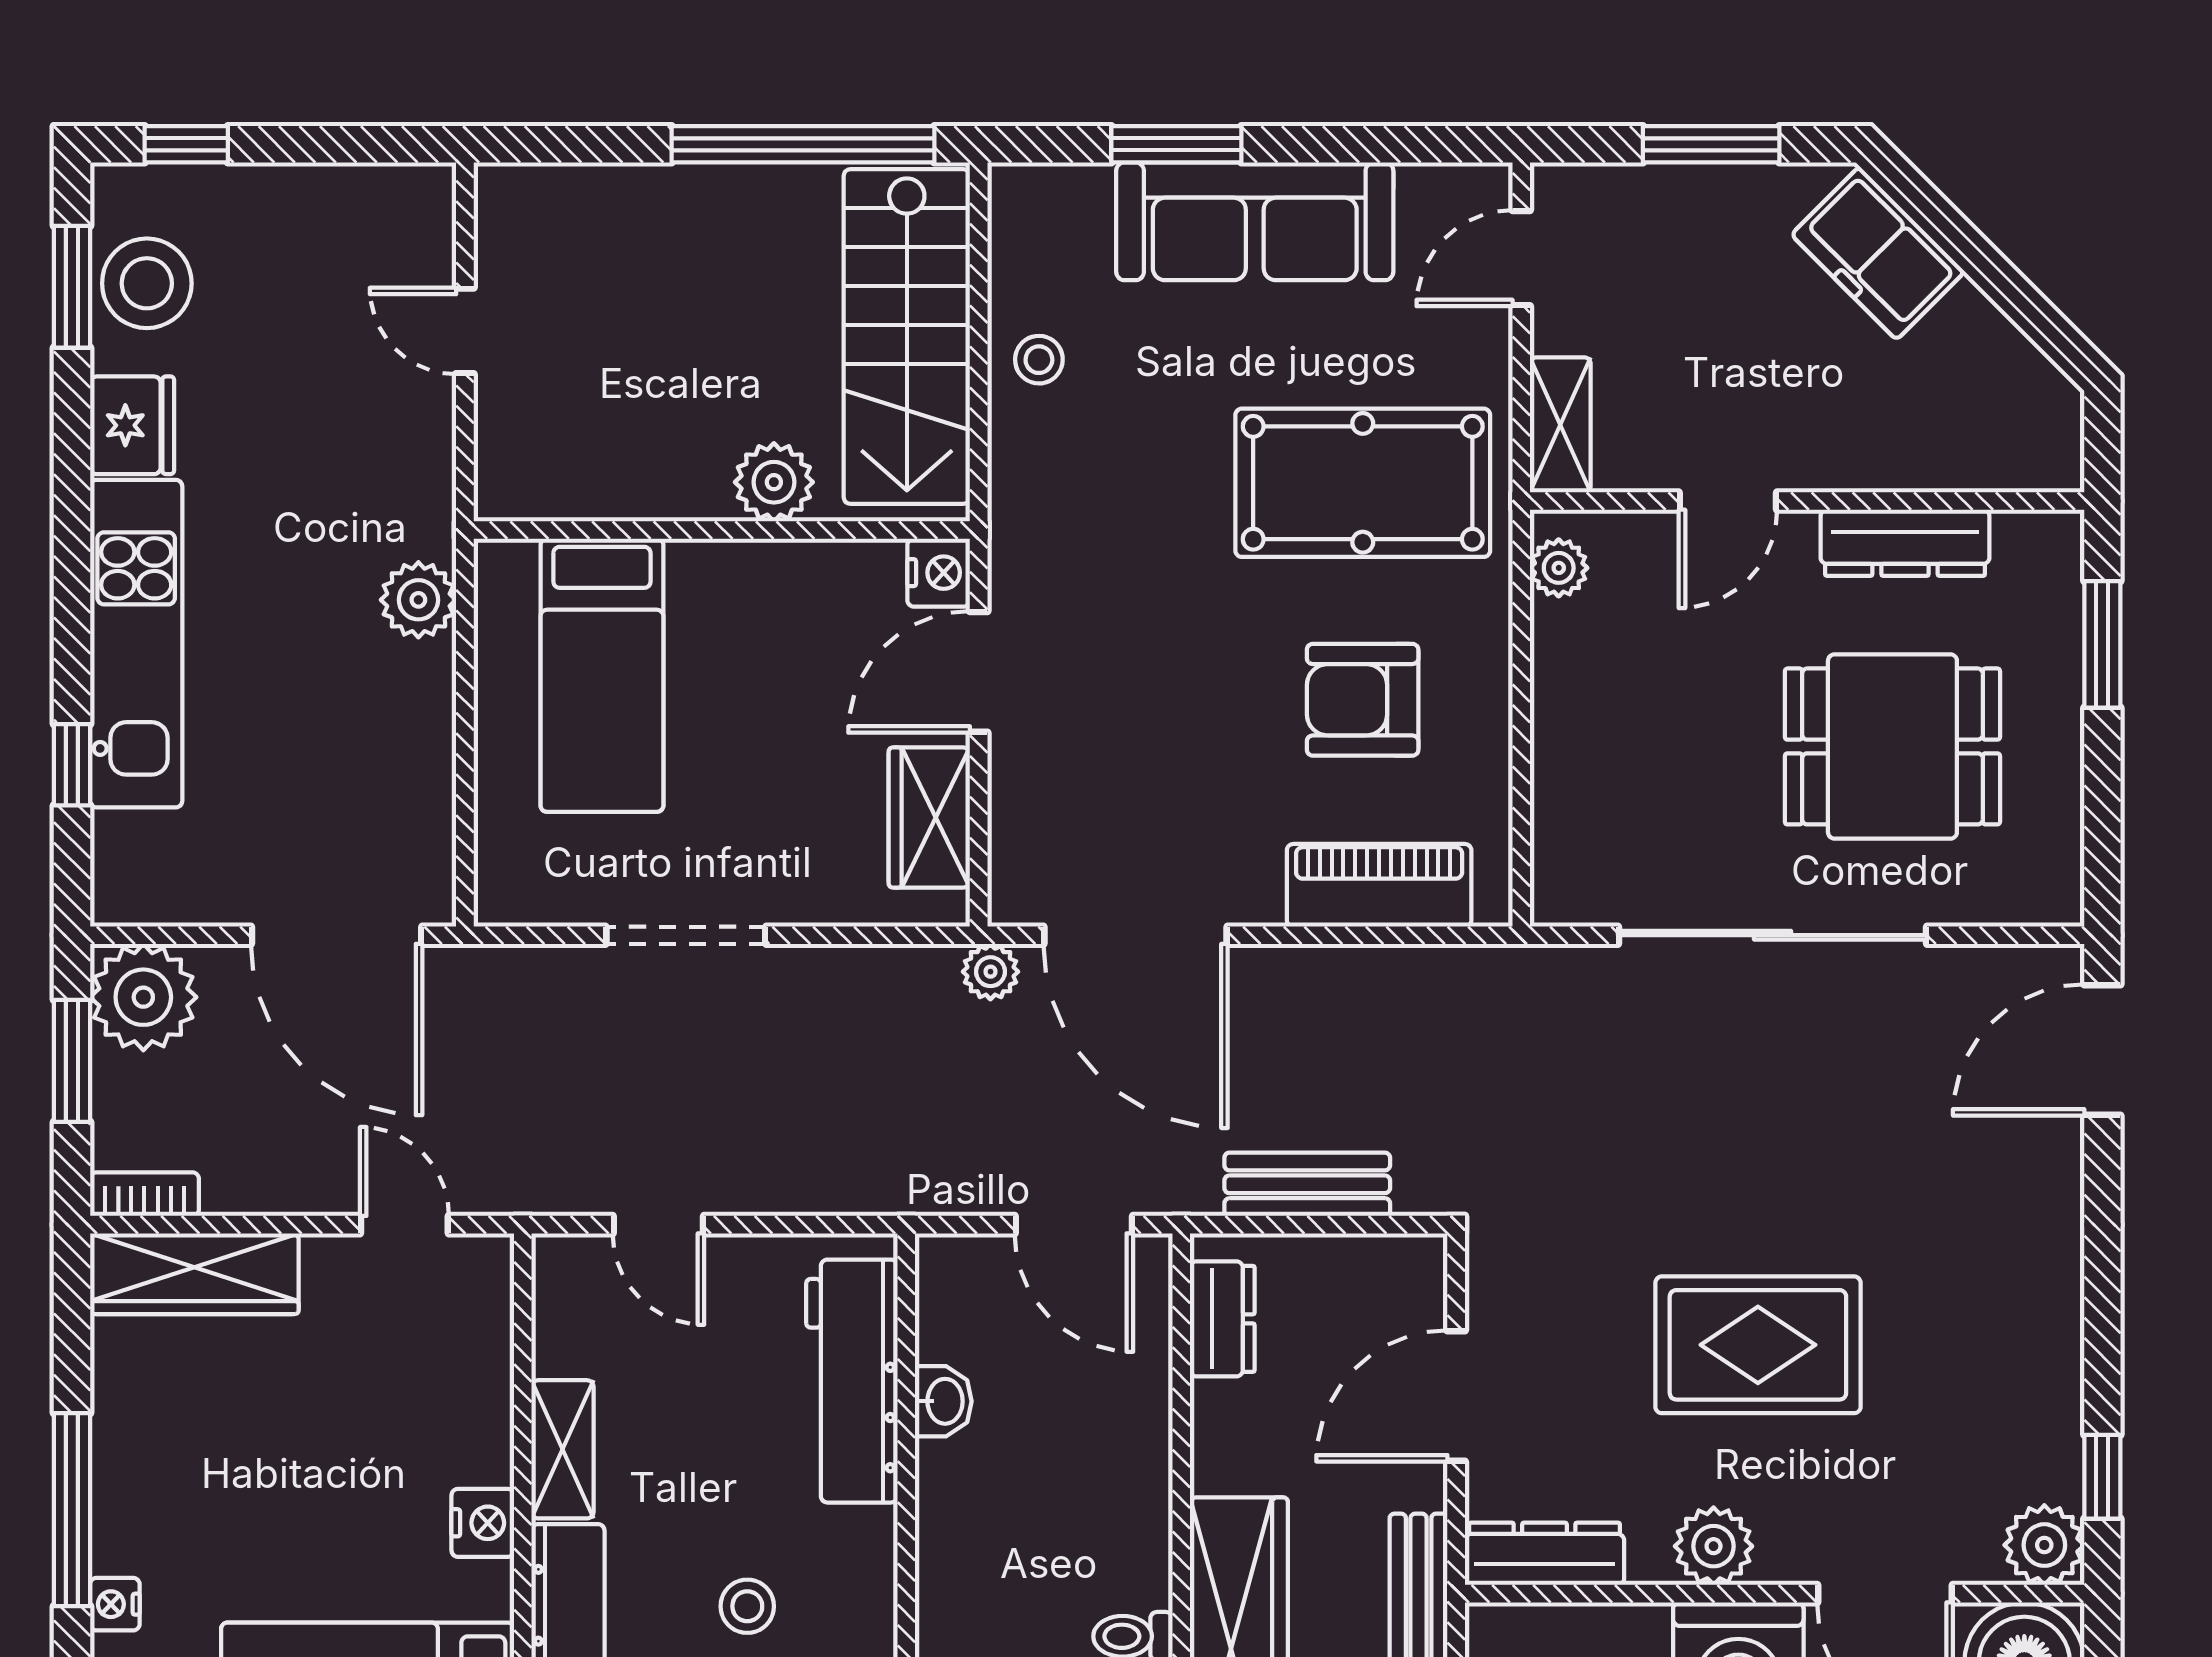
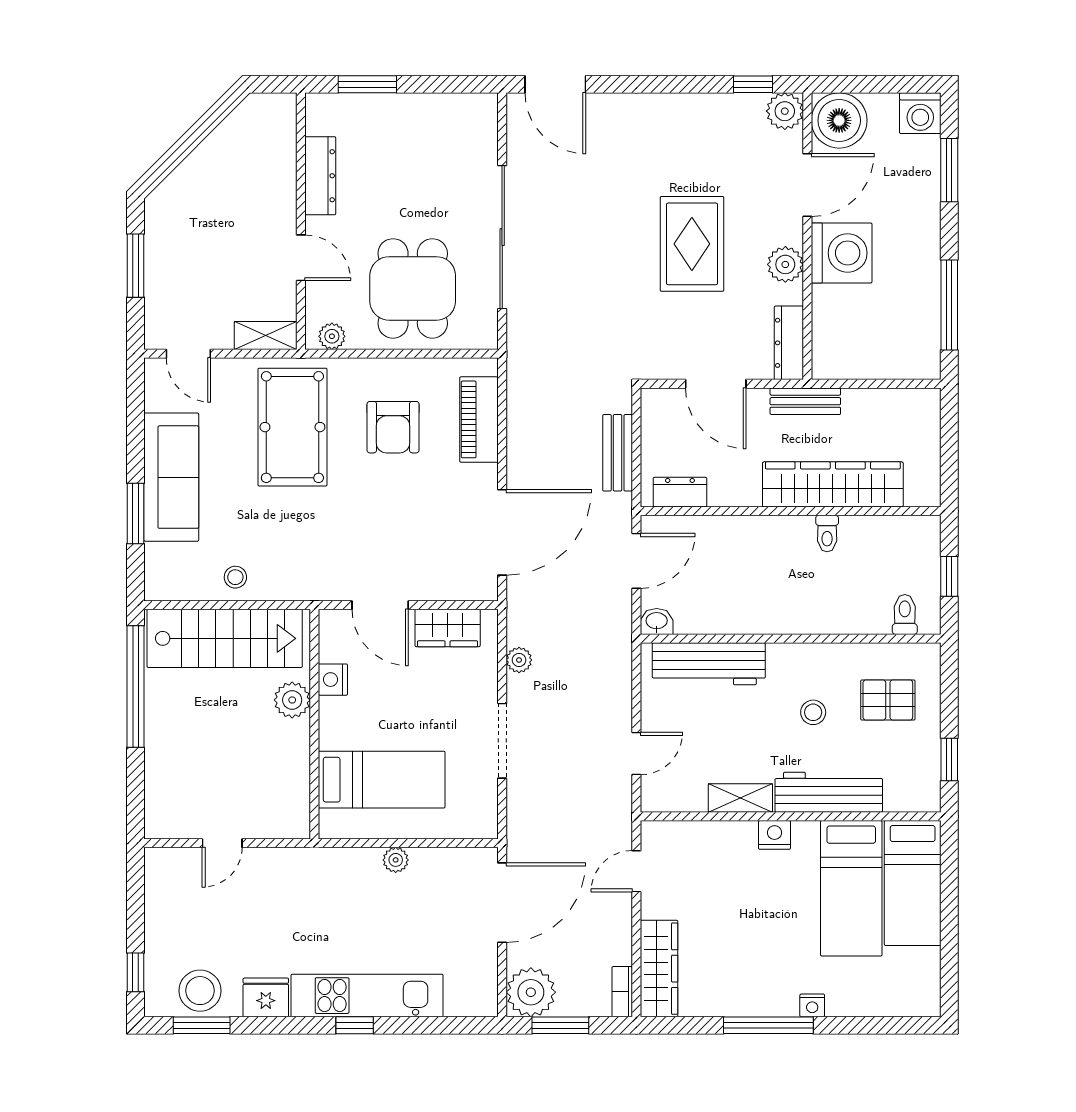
freezer: (1878, 253) -> (186, 188), removed
nightstand: (939, 573) -> (333, 680), moved, turned -90
plant: (418, 600) -> (396, 860), moved, width x0.73, depth x0.73
dining table: (1892, 746) -> (413, 288), moved
window: (72, 765) -> (355, 1025), moved
plant: (990, 972) -> (519, 660), moved
washbasin: (943, 1401) -> (657, 621), moved

